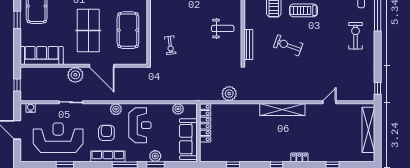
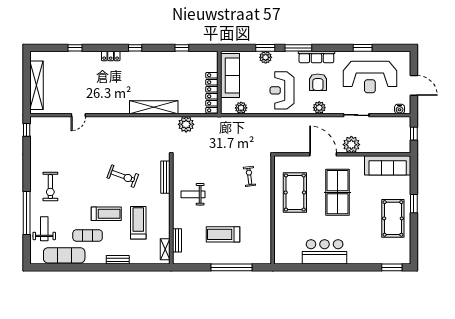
plant: (116, 109) -> (319, 108), moved
shelving: (282, 110) -> (154, 107), moved

